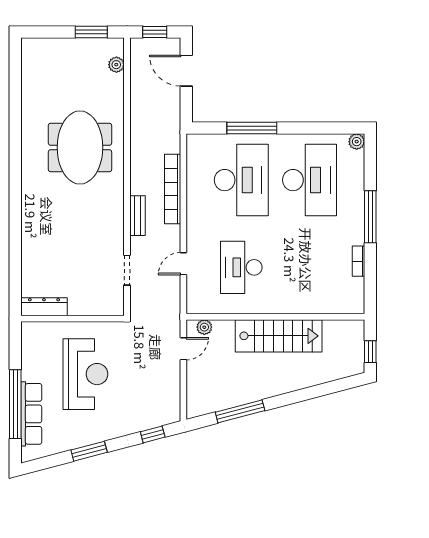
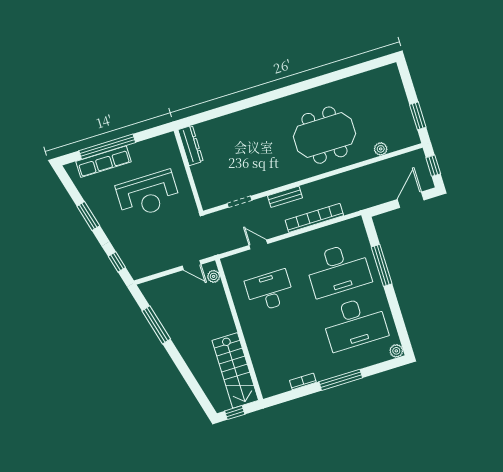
plant: (116, 65) -> (381, 149), moved
stairs: (279, 336) -> (235, 370), moved

